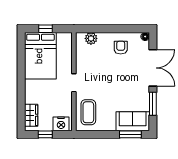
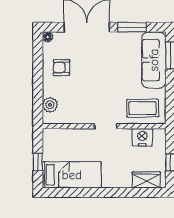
bed: (40, 56) -> (72, 175), width x0.67
sofa: (133, 121) -> (154, 60), width x1.36
nightstand: (61, 124) -> (142, 137), moved, turned -90

